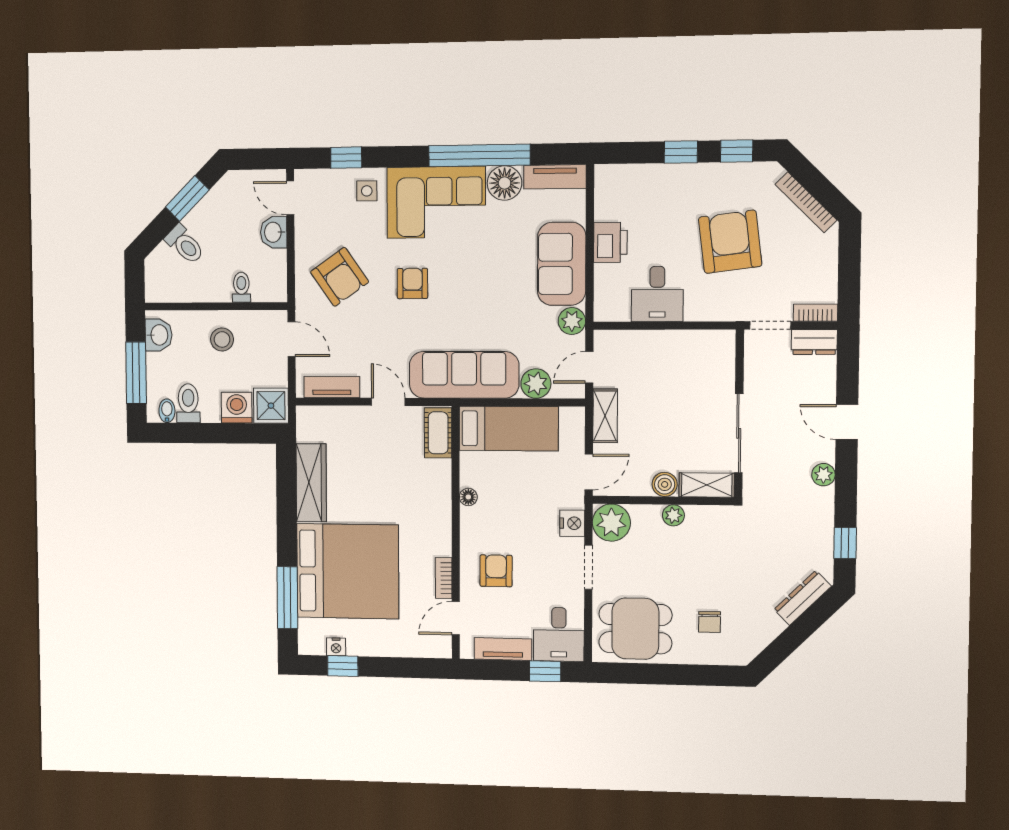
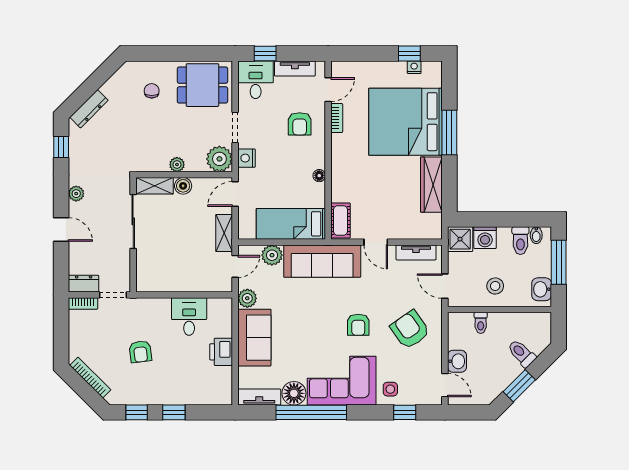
armchair: (730, 242) -> (140, 352), width x0.53, depth x0.53
window: (287, 598) -> (449, 132), moved

